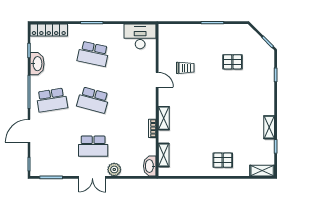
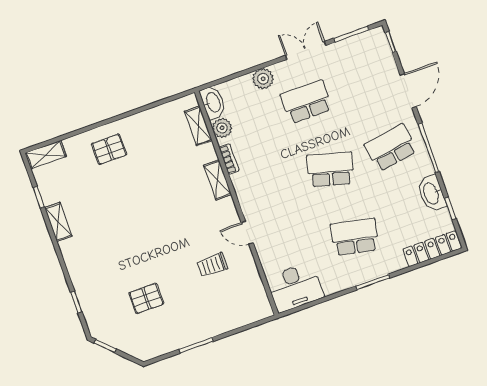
plant: (150, 149) -> (222, 128), added
double door: (92, 177) -> (306, 50), moved

